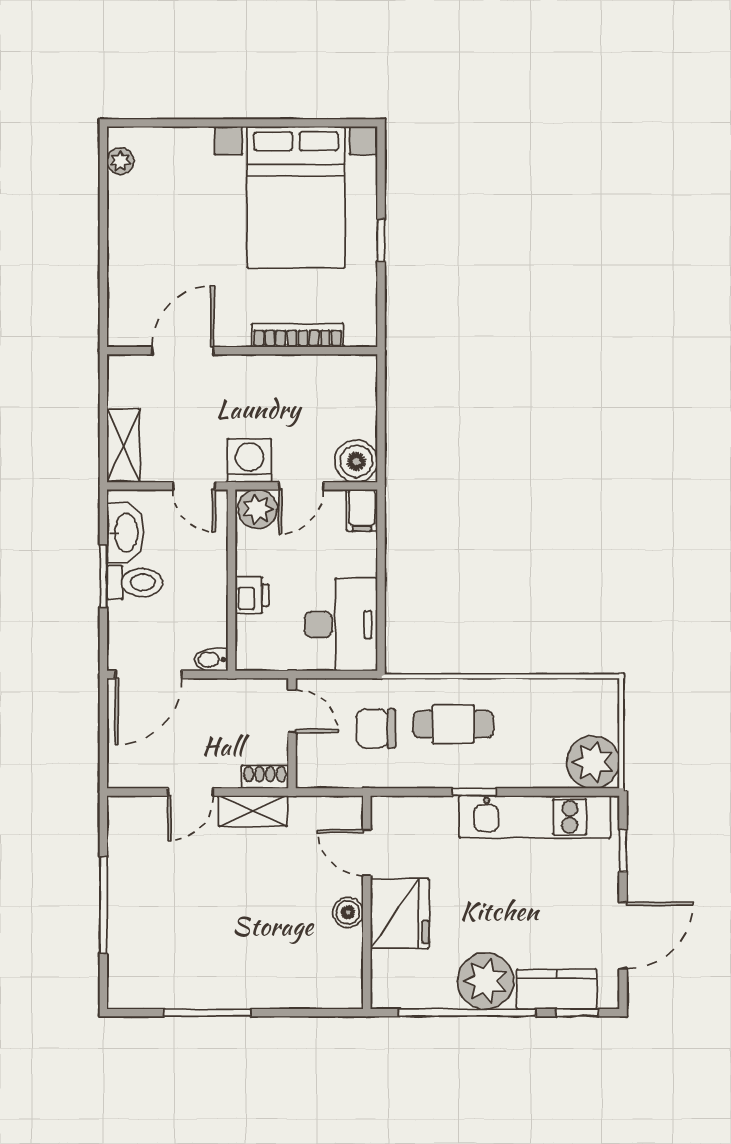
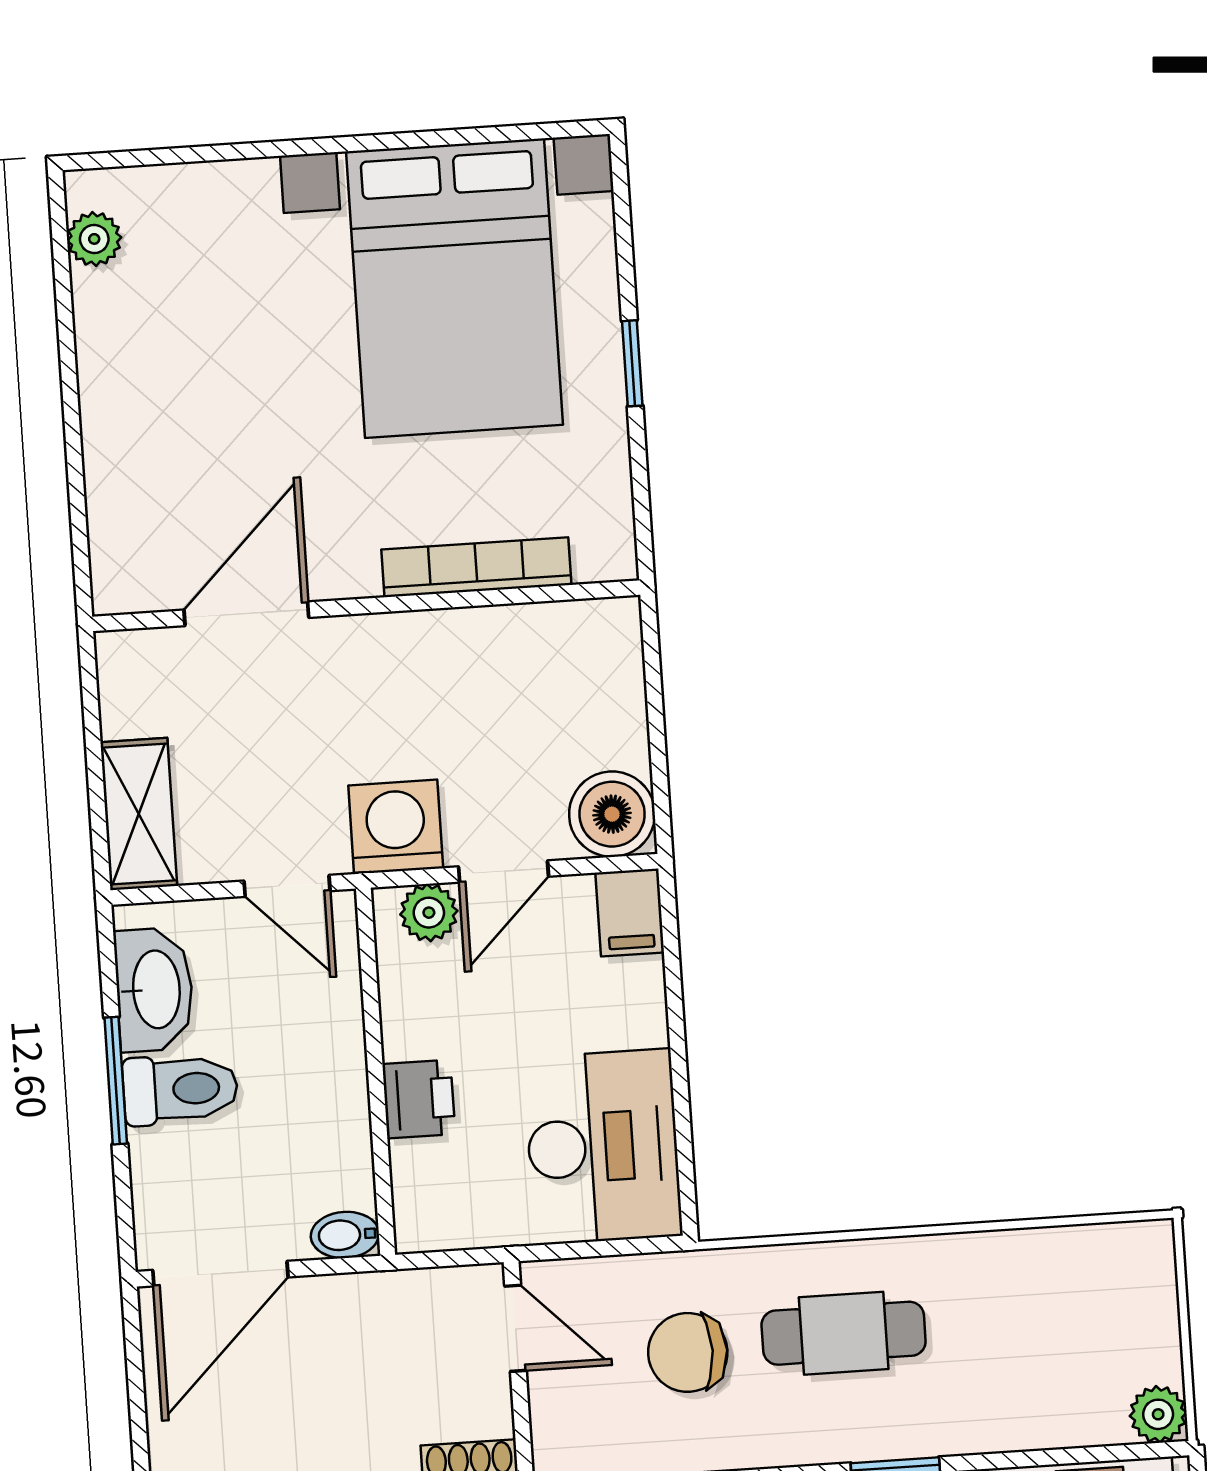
plant: (258, 509) -> (429, 913), width x0.73, depth x0.73
plant: (593, 762) -> (1158, 1414), width x0.53, depth x0.53

